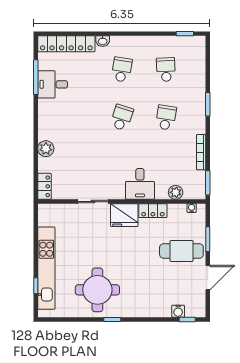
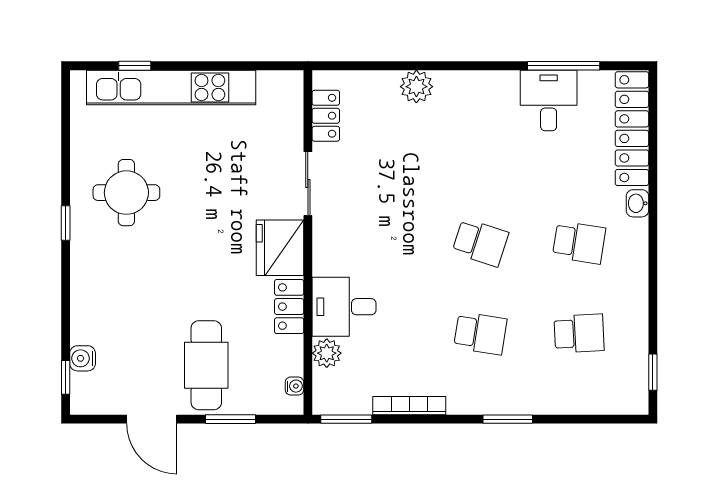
desk: (140, 184) -> (344, 307), moved
locker: (44, 186) -> (326, 116), moved, turned -90
round table: (97, 290) -> (126, 193), width x0.73, depth x0.73

